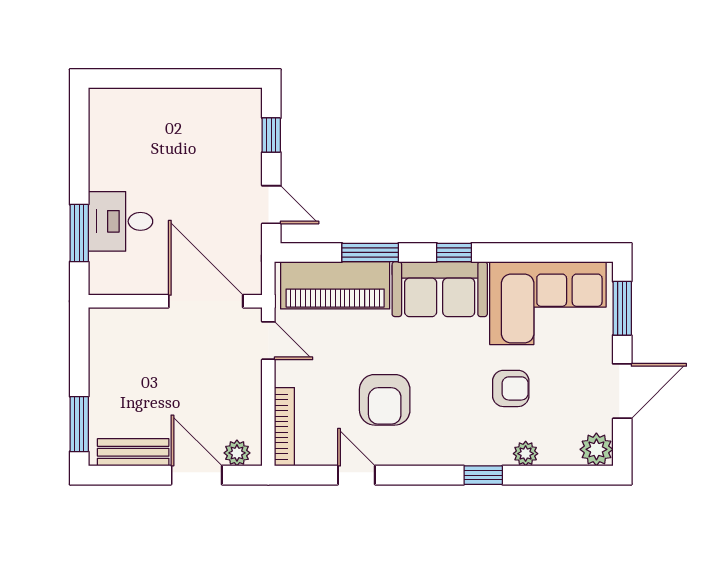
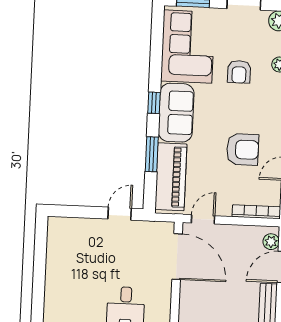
window: (271, 135) -> (77, 212), removed
door: (206, 301) -> (177, 257), swing flipped
armchair: (511, 388) -> (239, 72), turned 180

